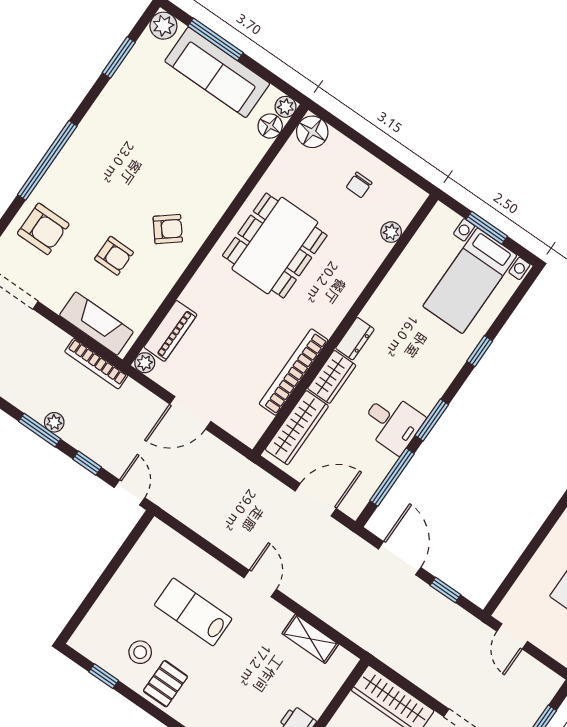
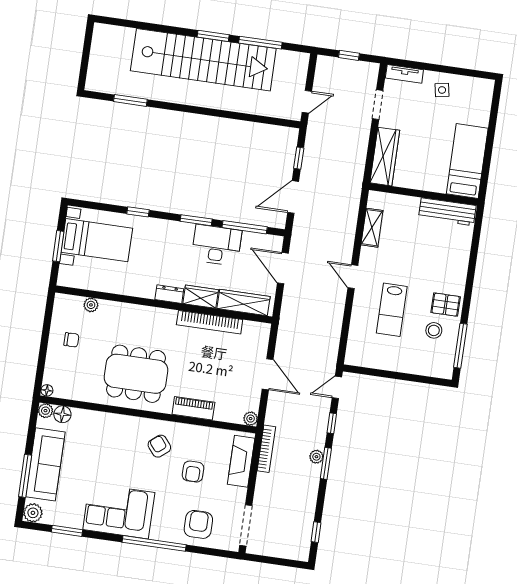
floor lamp: (312, 132) -> (47, 390), width x0.53, depth x0.53
corner sofa: (111, 136) -> (119, 511), added
armchair: (114, 256) -> (193, 472), turned 180
piano: (170, 331) -> (193, 408), moved
desk: (392, 423) -> (217, 245), width x1.37
door: (260, 583) -> (353, 277), hinge flipped
window: (104, 676) -> (460, 346), width x2.17

